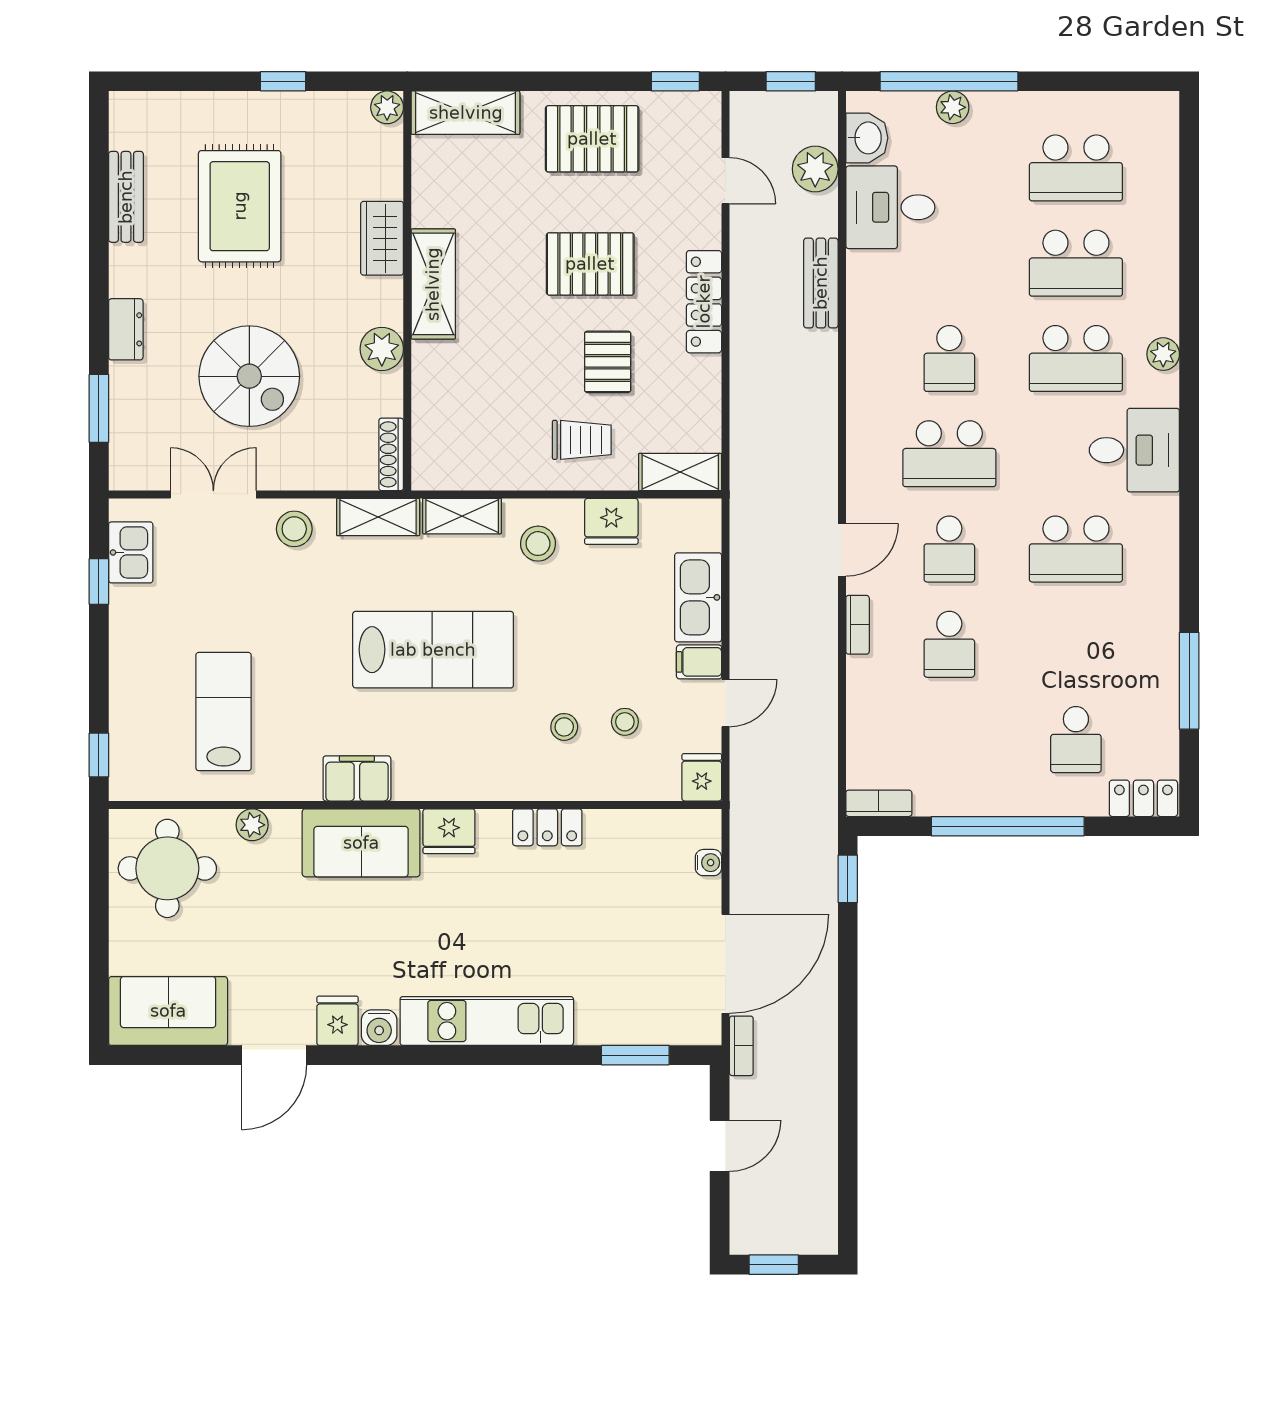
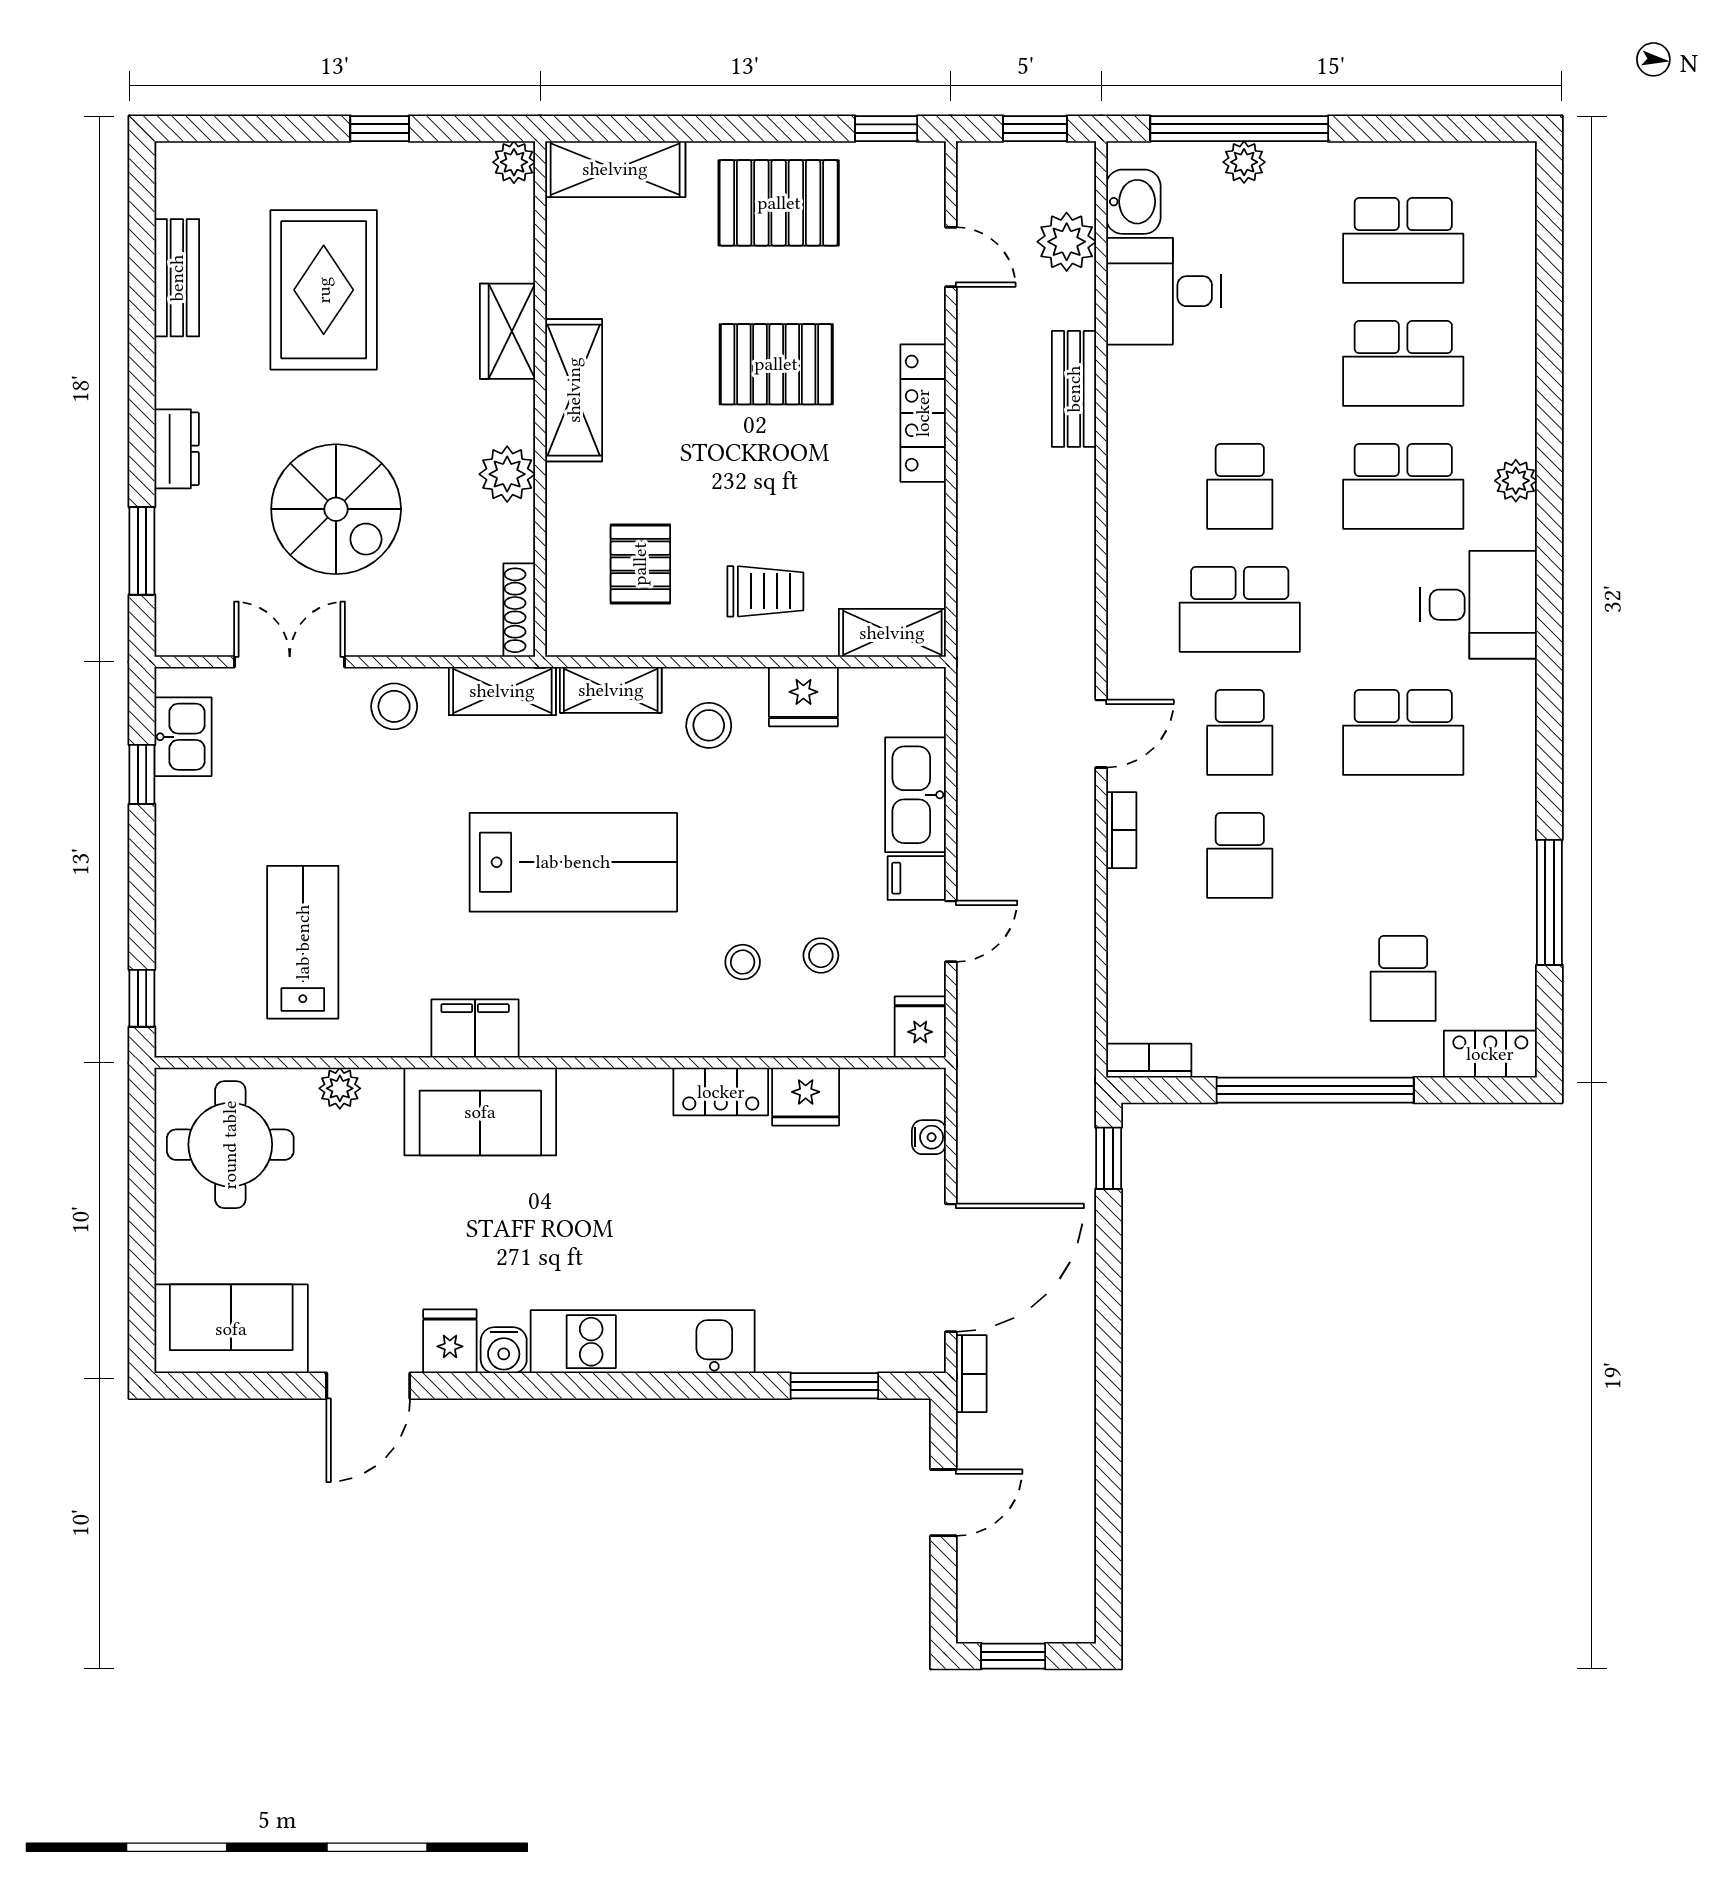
pallet: (608, 362) -> (640, 564), moved
fridge: (449, 831) -> (806, 1097), moved

